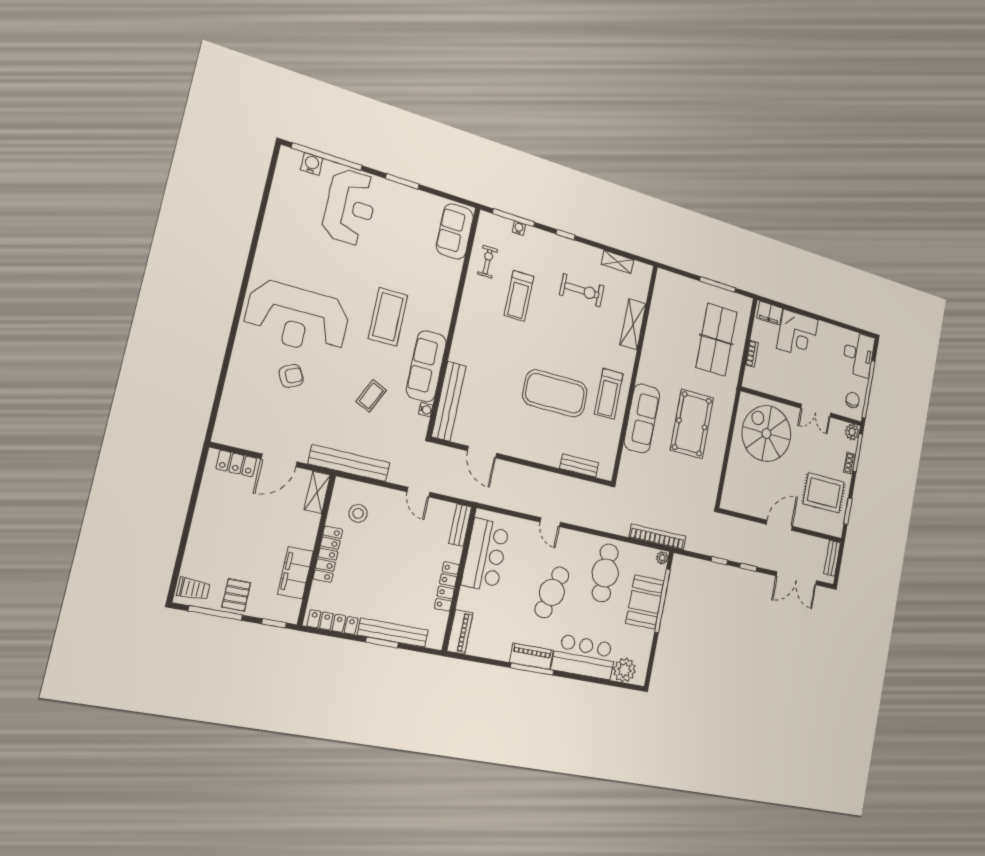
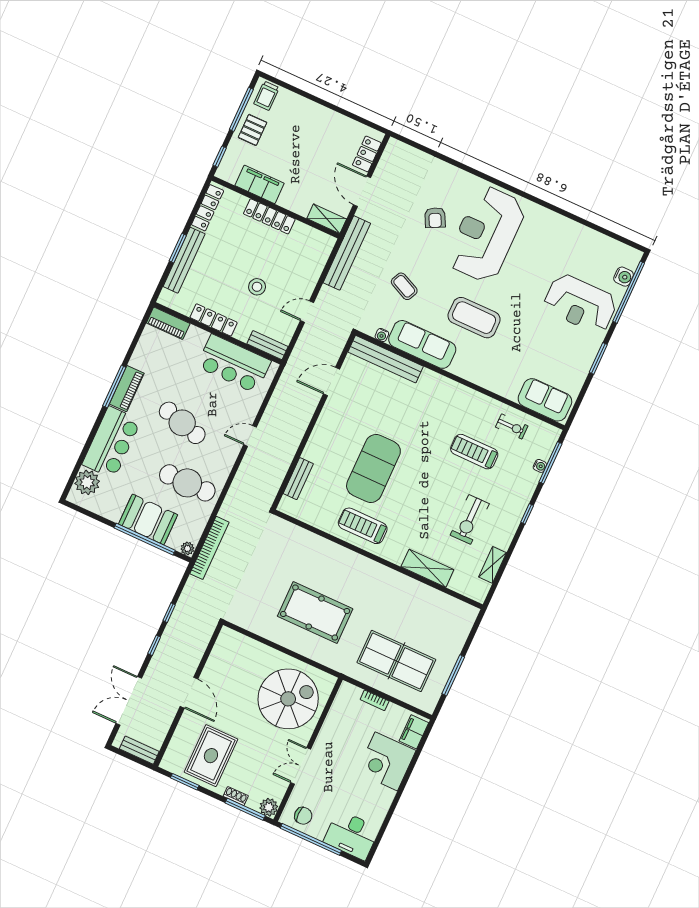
sofa: (642, 418) -> (331, 557), removed
stool: (358, 513) -> (257, 287), moved
pallet: (236, 595) -> (253, 130), turned 90

